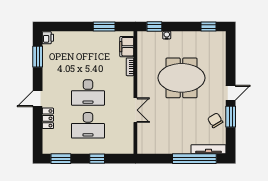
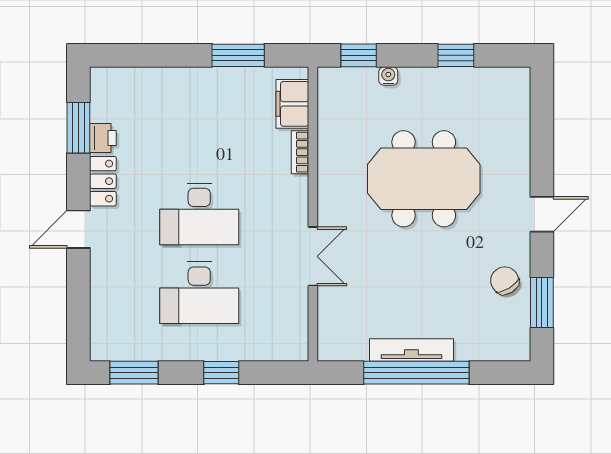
window: (209, 26) -> (456, 55), moved
printer: (48, 38) -> (103, 138), moved
window: (231, 117) -> (542, 302), moved
locker: (48, 118) -> (103, 181), moved
tv unit: (209, 149) -> (411, 350), moved
window: (194, 159) -> (416, 373), moved

